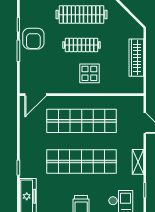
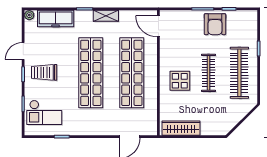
armchair: (33, 39) -> (215, 24), turned -90
wardrobe: (136, 58) -> (181, 128), moved
shelving: (138, 162) -> (106, 16), moved

